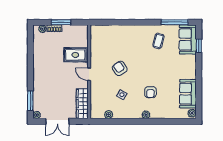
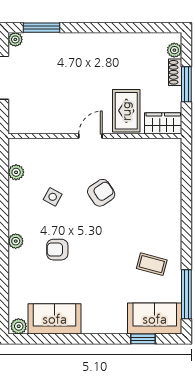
wardrobe: (82, 104) -> (163, 123), moved, width x0.67

